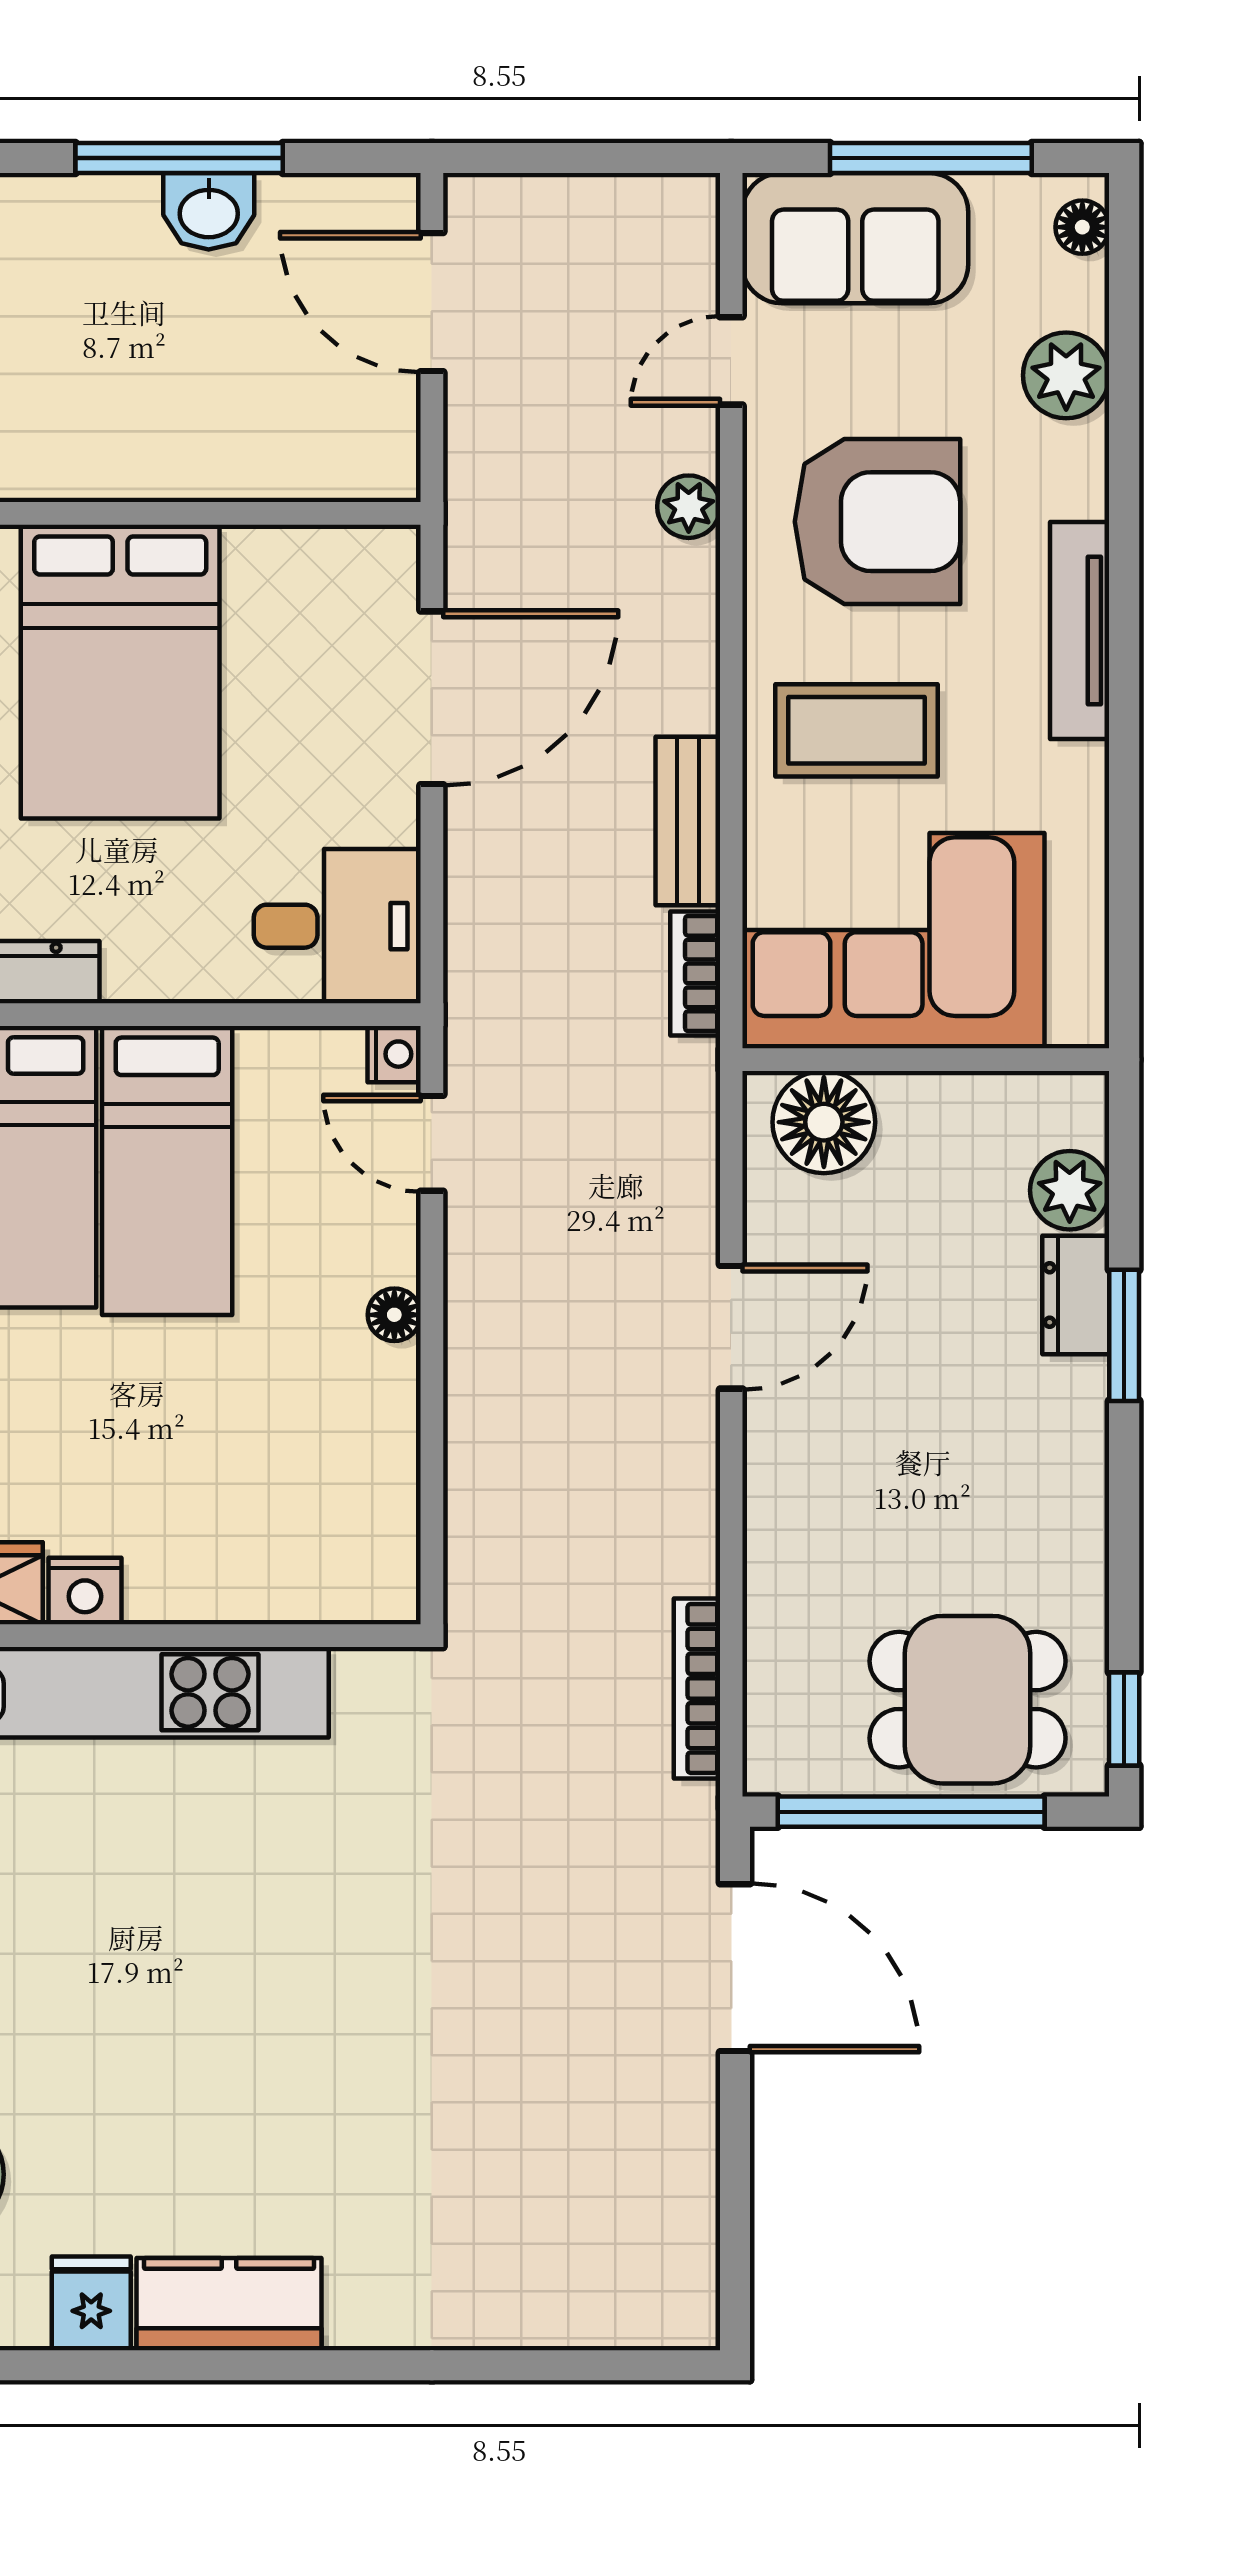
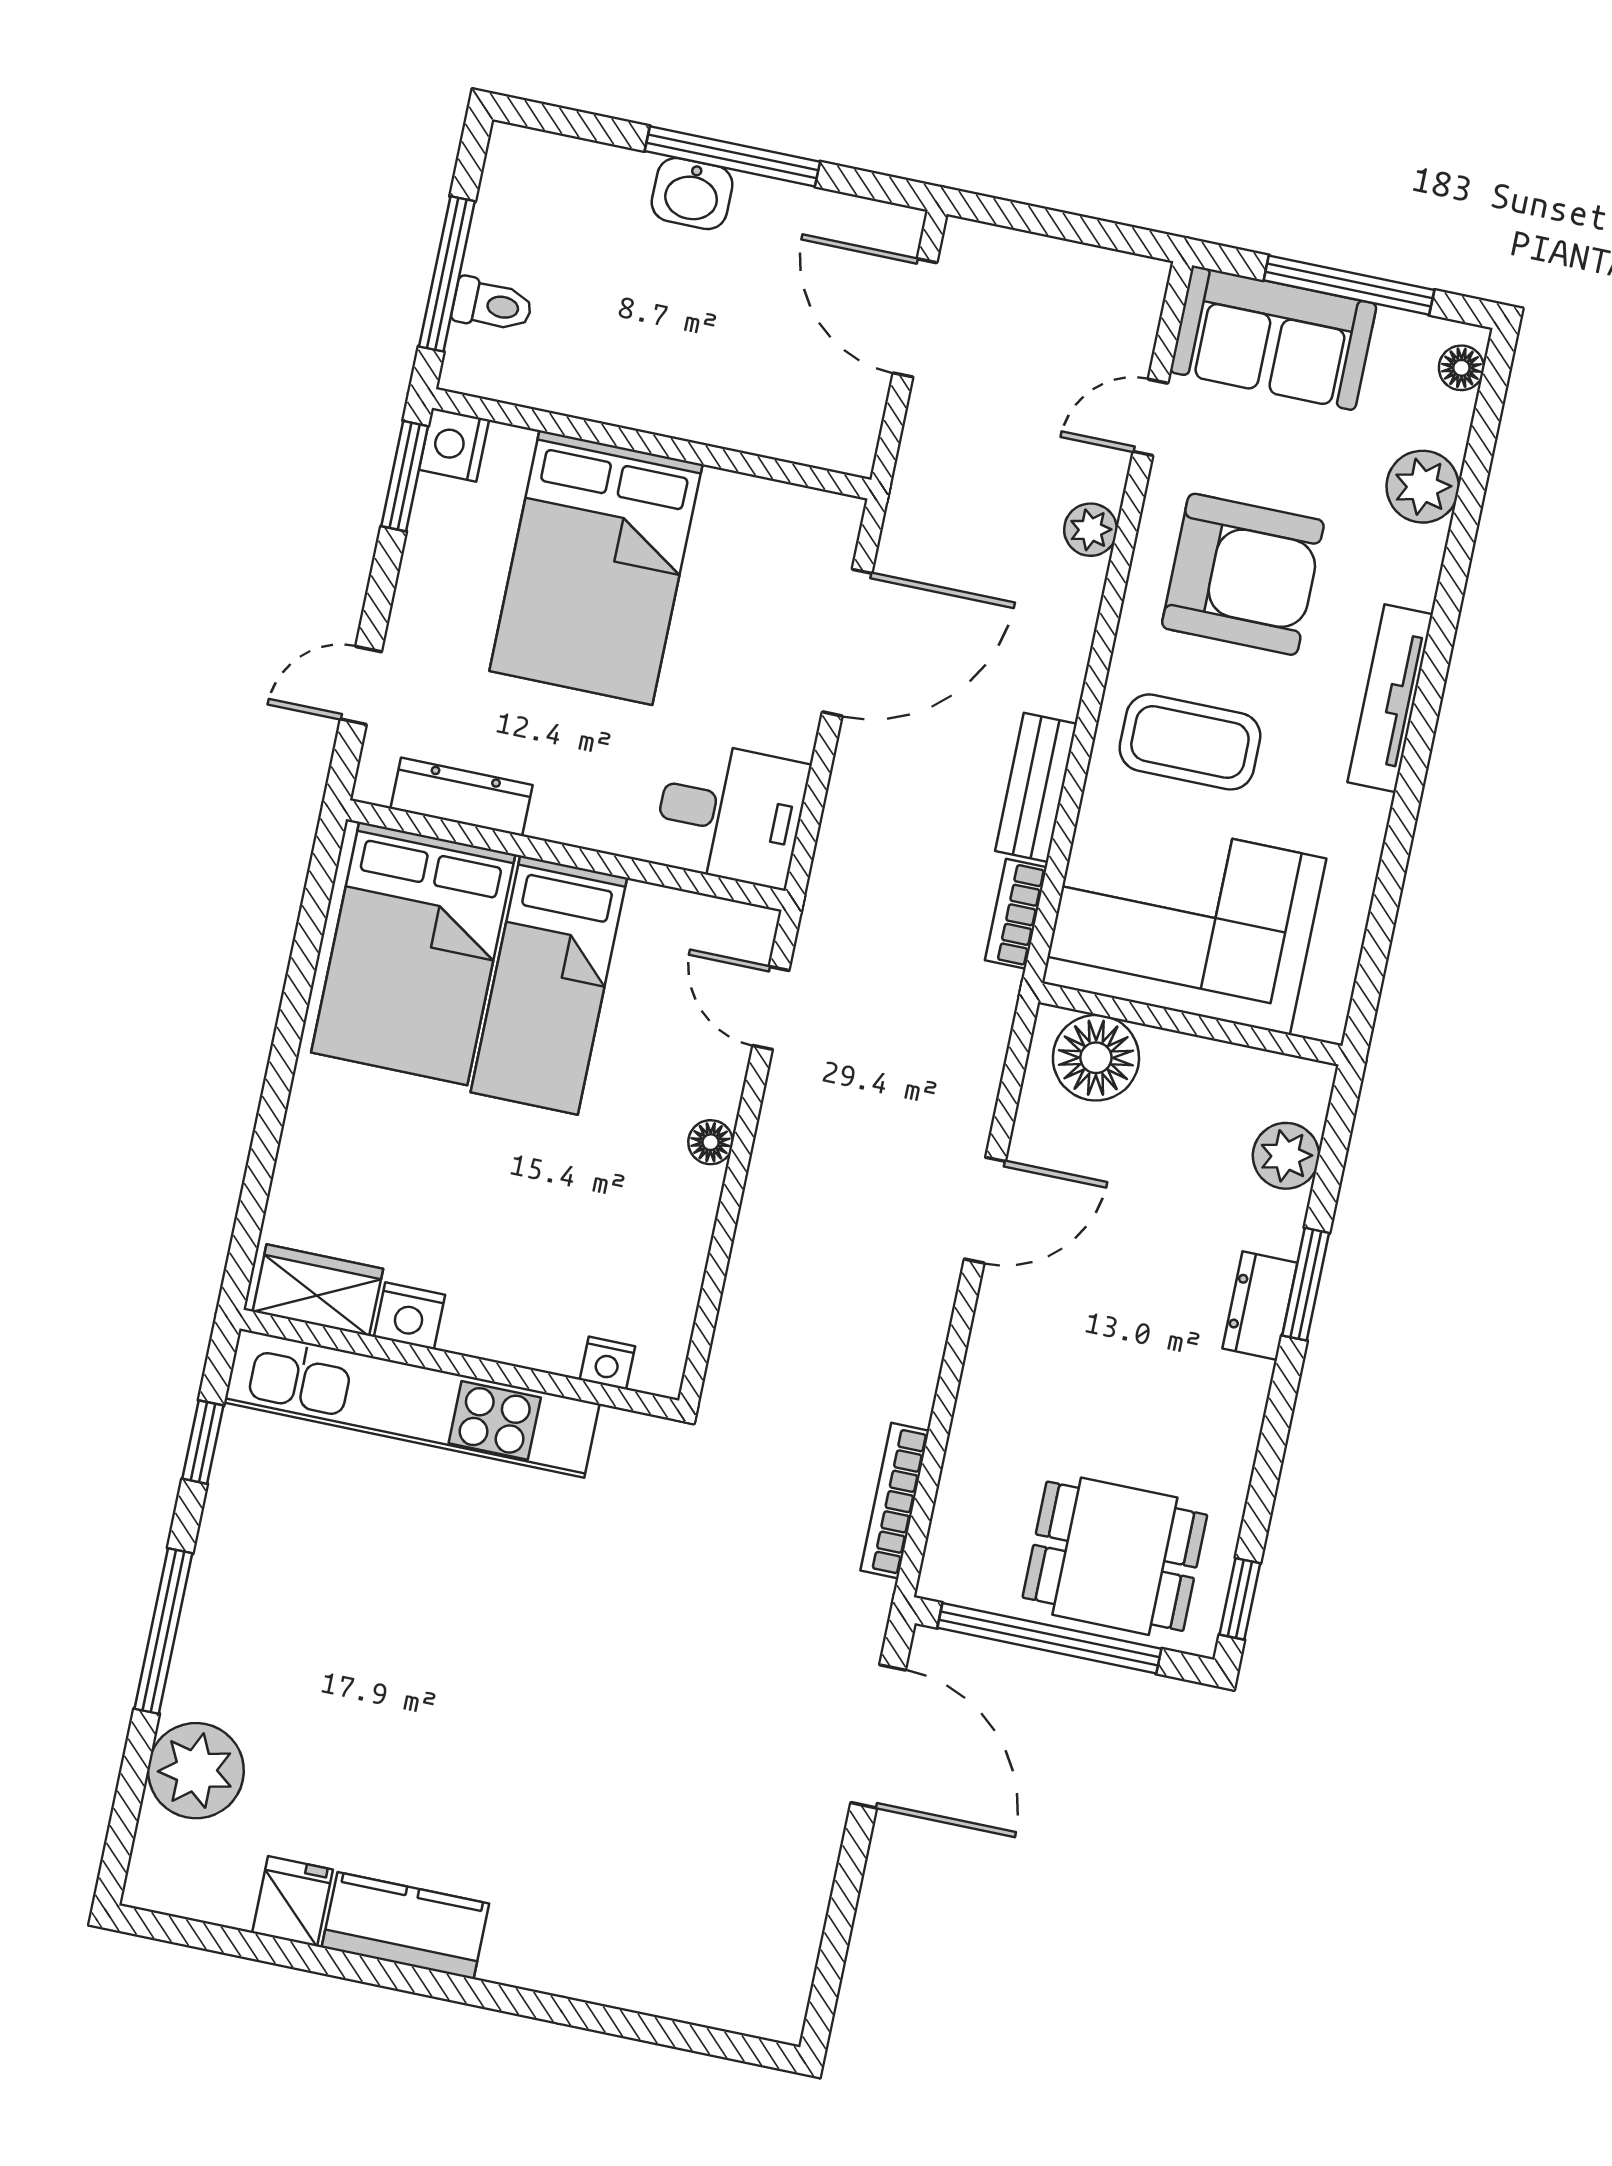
washbasin: (209, 211) -> (692, 194), moved
nightstand: (394, 1054) -> (607, 1363), moved, turned 90
dresser: (1076, 1295) -> (1260, 1306), moved

